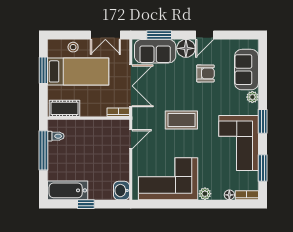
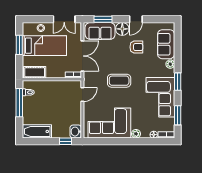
window: (86, 204) -> (65, 141), moved

